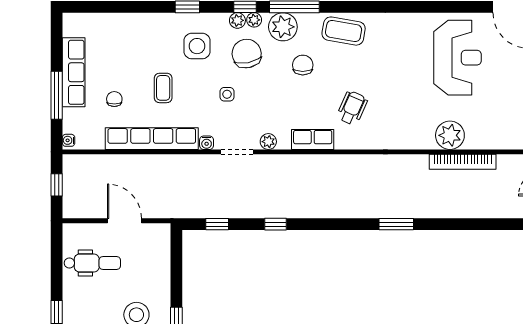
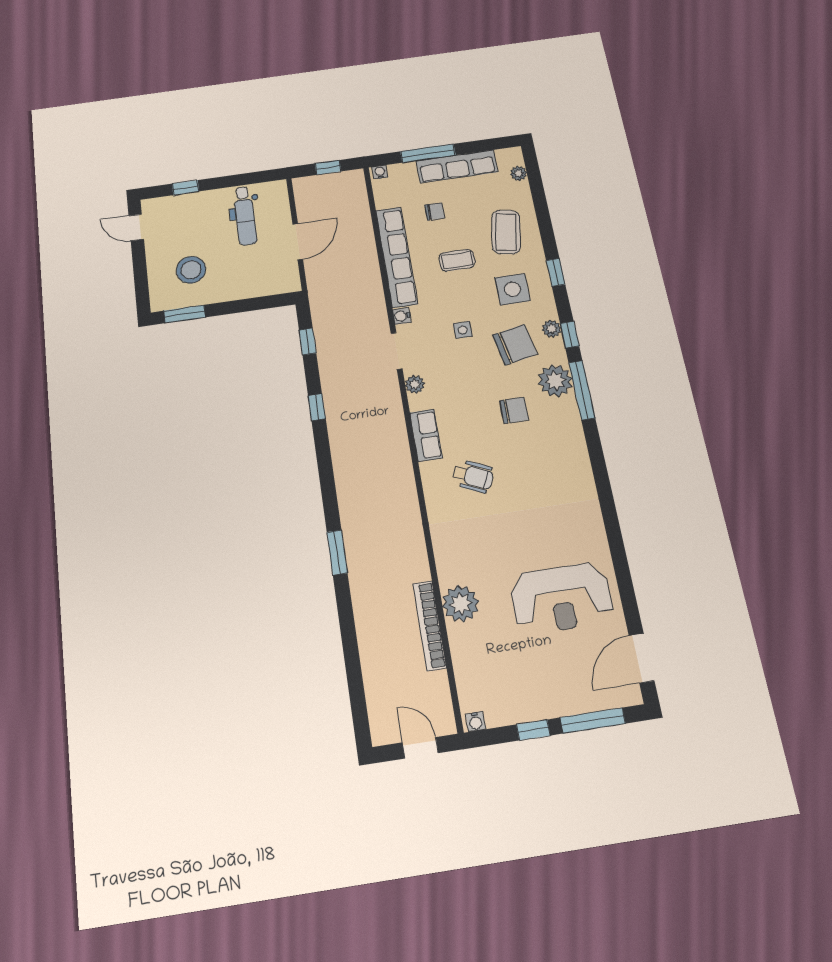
plant: (254, 20) -> (519, 173), moved
coffee table: (344, 31) -> (506, 232), moved

